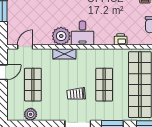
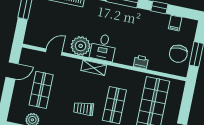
door: (25, 47) -> (54, 52), moved
shelving: (64, 54) -> (94, 68), moved

